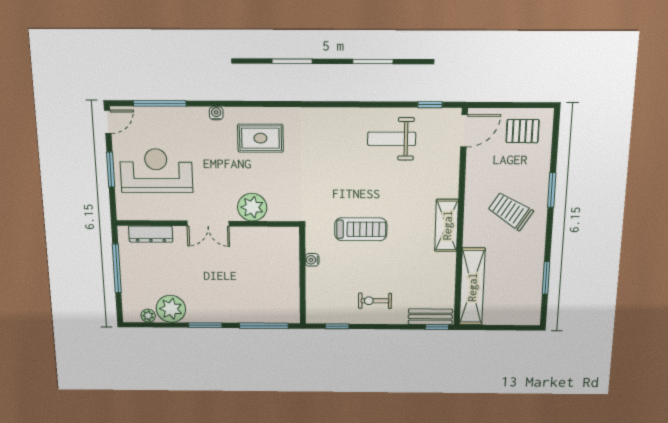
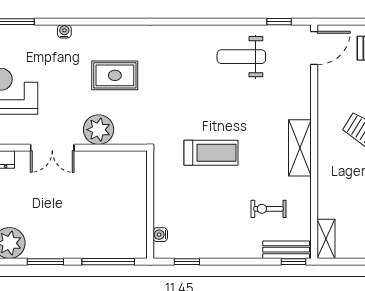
rug: (260, 138) -> (115, 75), moved
water cooler: (312, 260) -> (160, 235), moved
shelving: (472, 287) -> (326, 239), width x0.45, depth x0.75
exercise bike: (375, 301) -> (268, 209), moved

